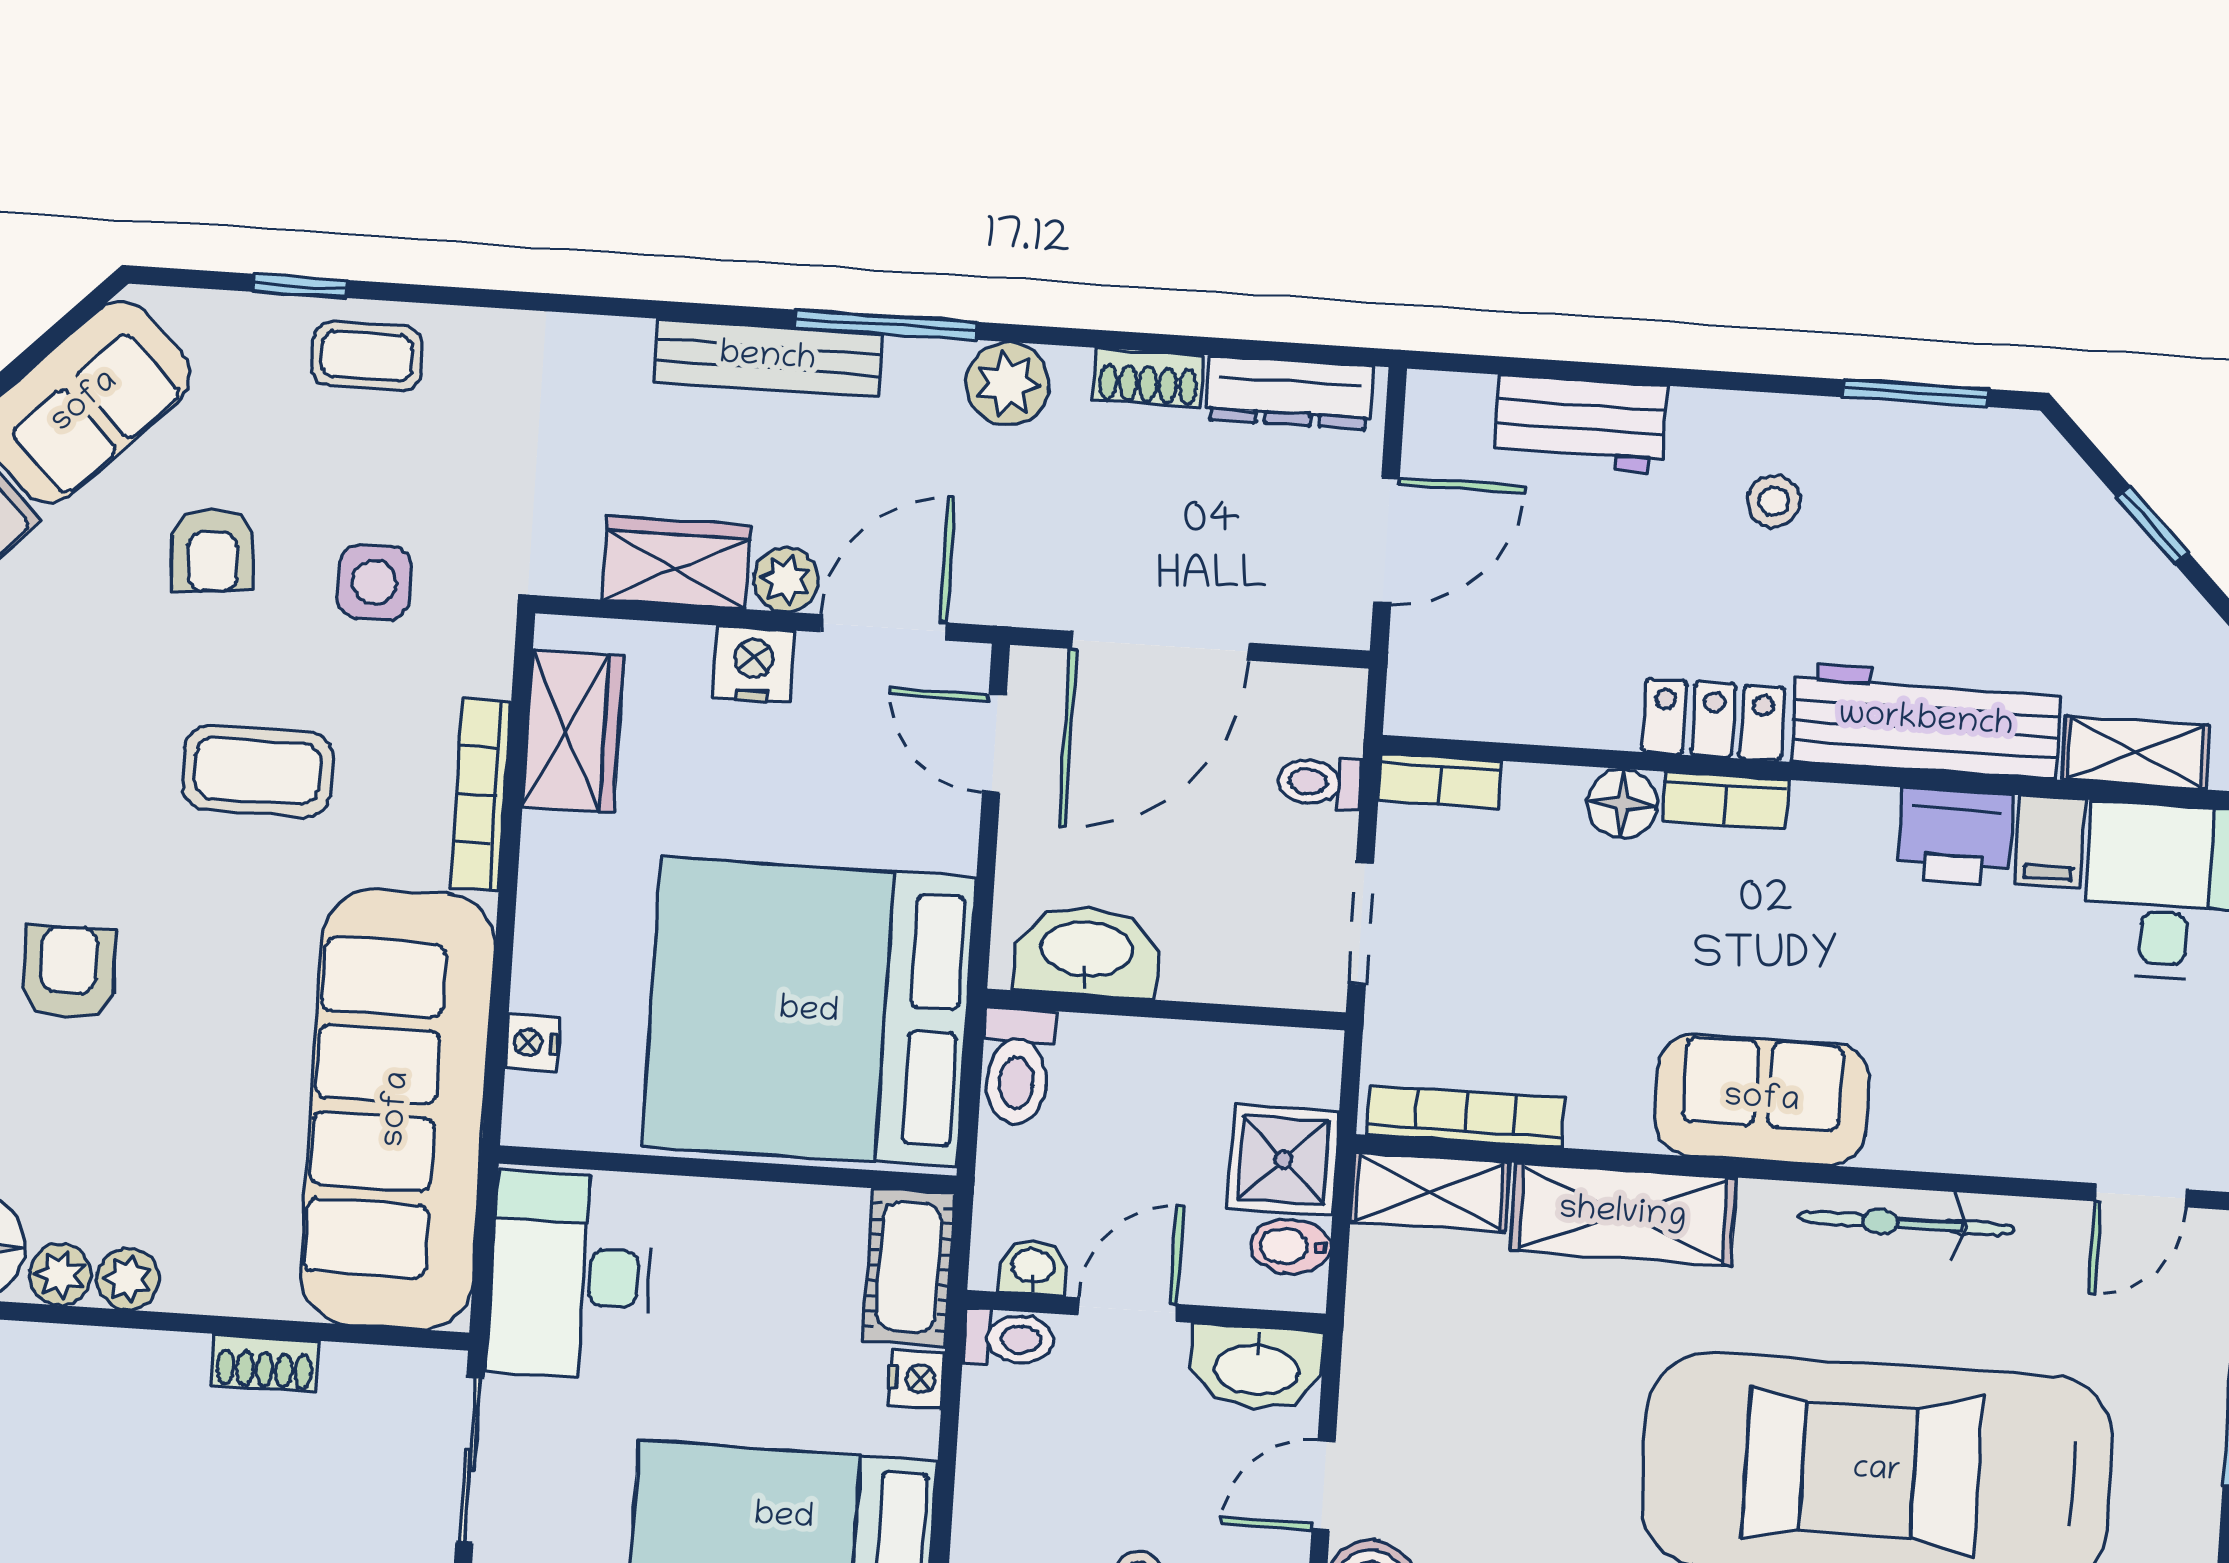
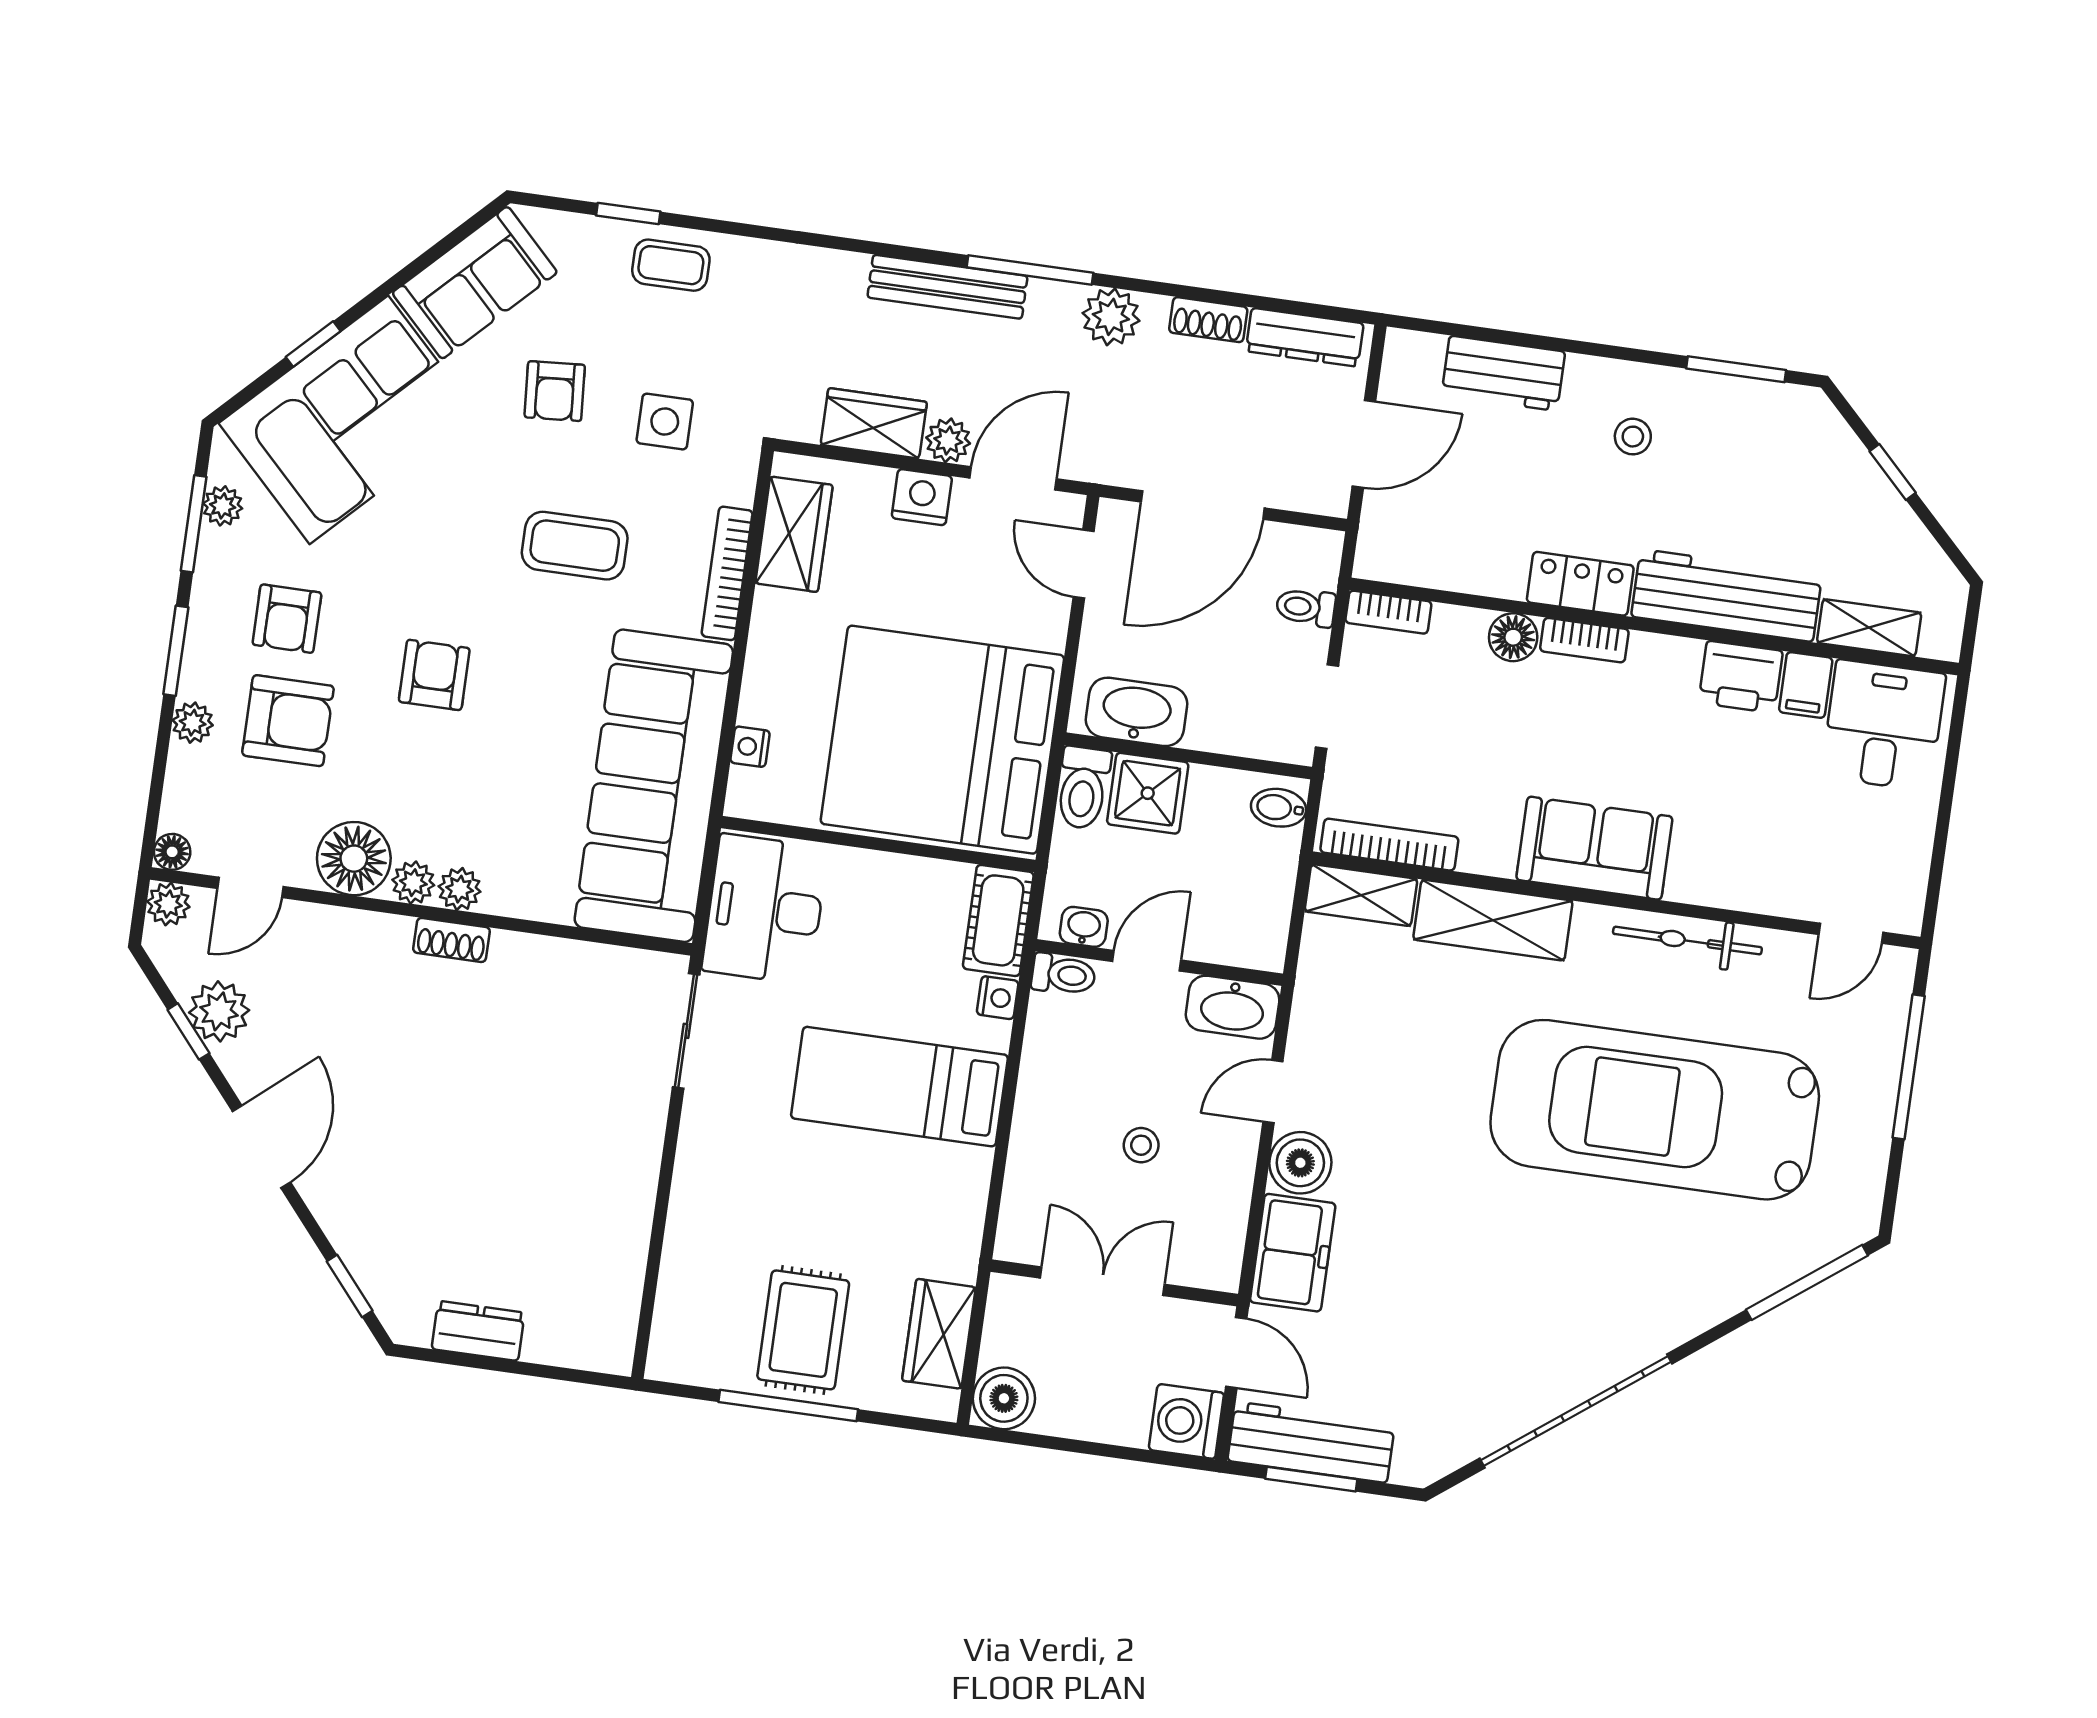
shower: (1283, 1160) -> (1148, 793), moved
bidet: (1290, 1246) -> (1279, 808), moved
shoe rack: (265, 1363) -> (451, 940), moved

